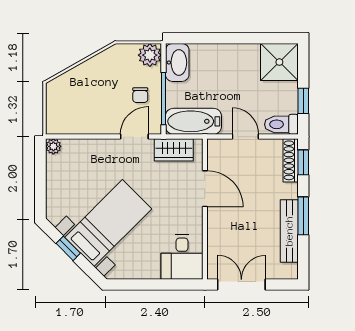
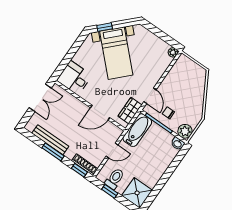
washbasin: (177, 62) -> (178, 144), width x0.52, depth x0.69
toilet: (281, 124) -> (115, 179), moved
window: (68, 248) -> (105, 27), moved

